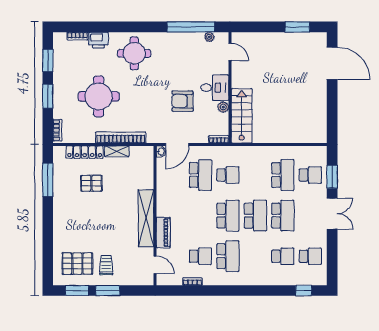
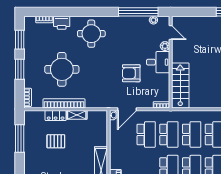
plant: (223, 107) -> (165, 46), moved
bookcase: (121, 138) -> (64, 103), moved
locker: (85, 152) -> (56, 116), width x0.66
school desk: (228, 175) -> (169, 134), width x1.85
school desk: (255, 175) -> (192, 134), added

